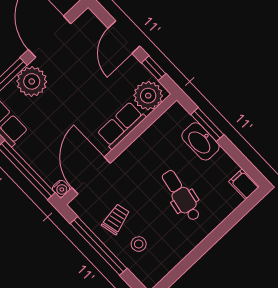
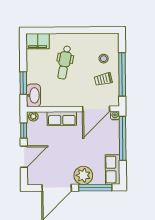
plant: (148, 96) -> (33, 116), width x0.53, depth x0.53
washbasin: (200, 141) -> (33, 95), moved
filing cabinet: (244, 184) -> (38, 41), width x2.00

